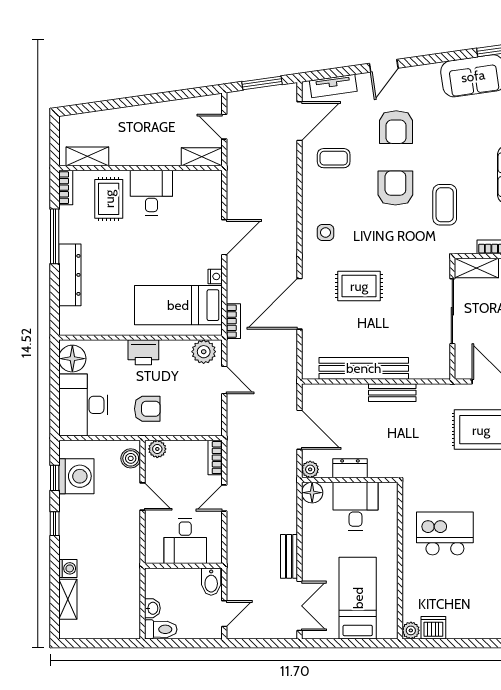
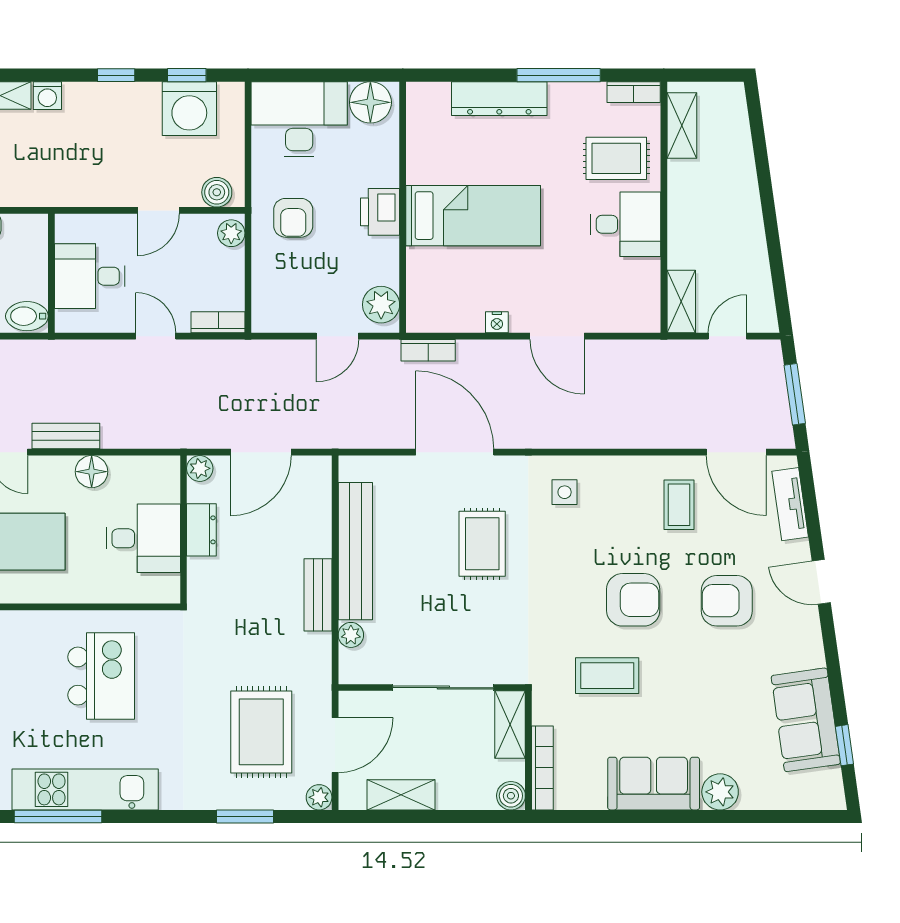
bed: (178, 305) -> (473, 216), moved, turned 90
plant: (418, 371) -> (351, 635), added
floor lamp: (312, 493) -> (92, 472), moved

